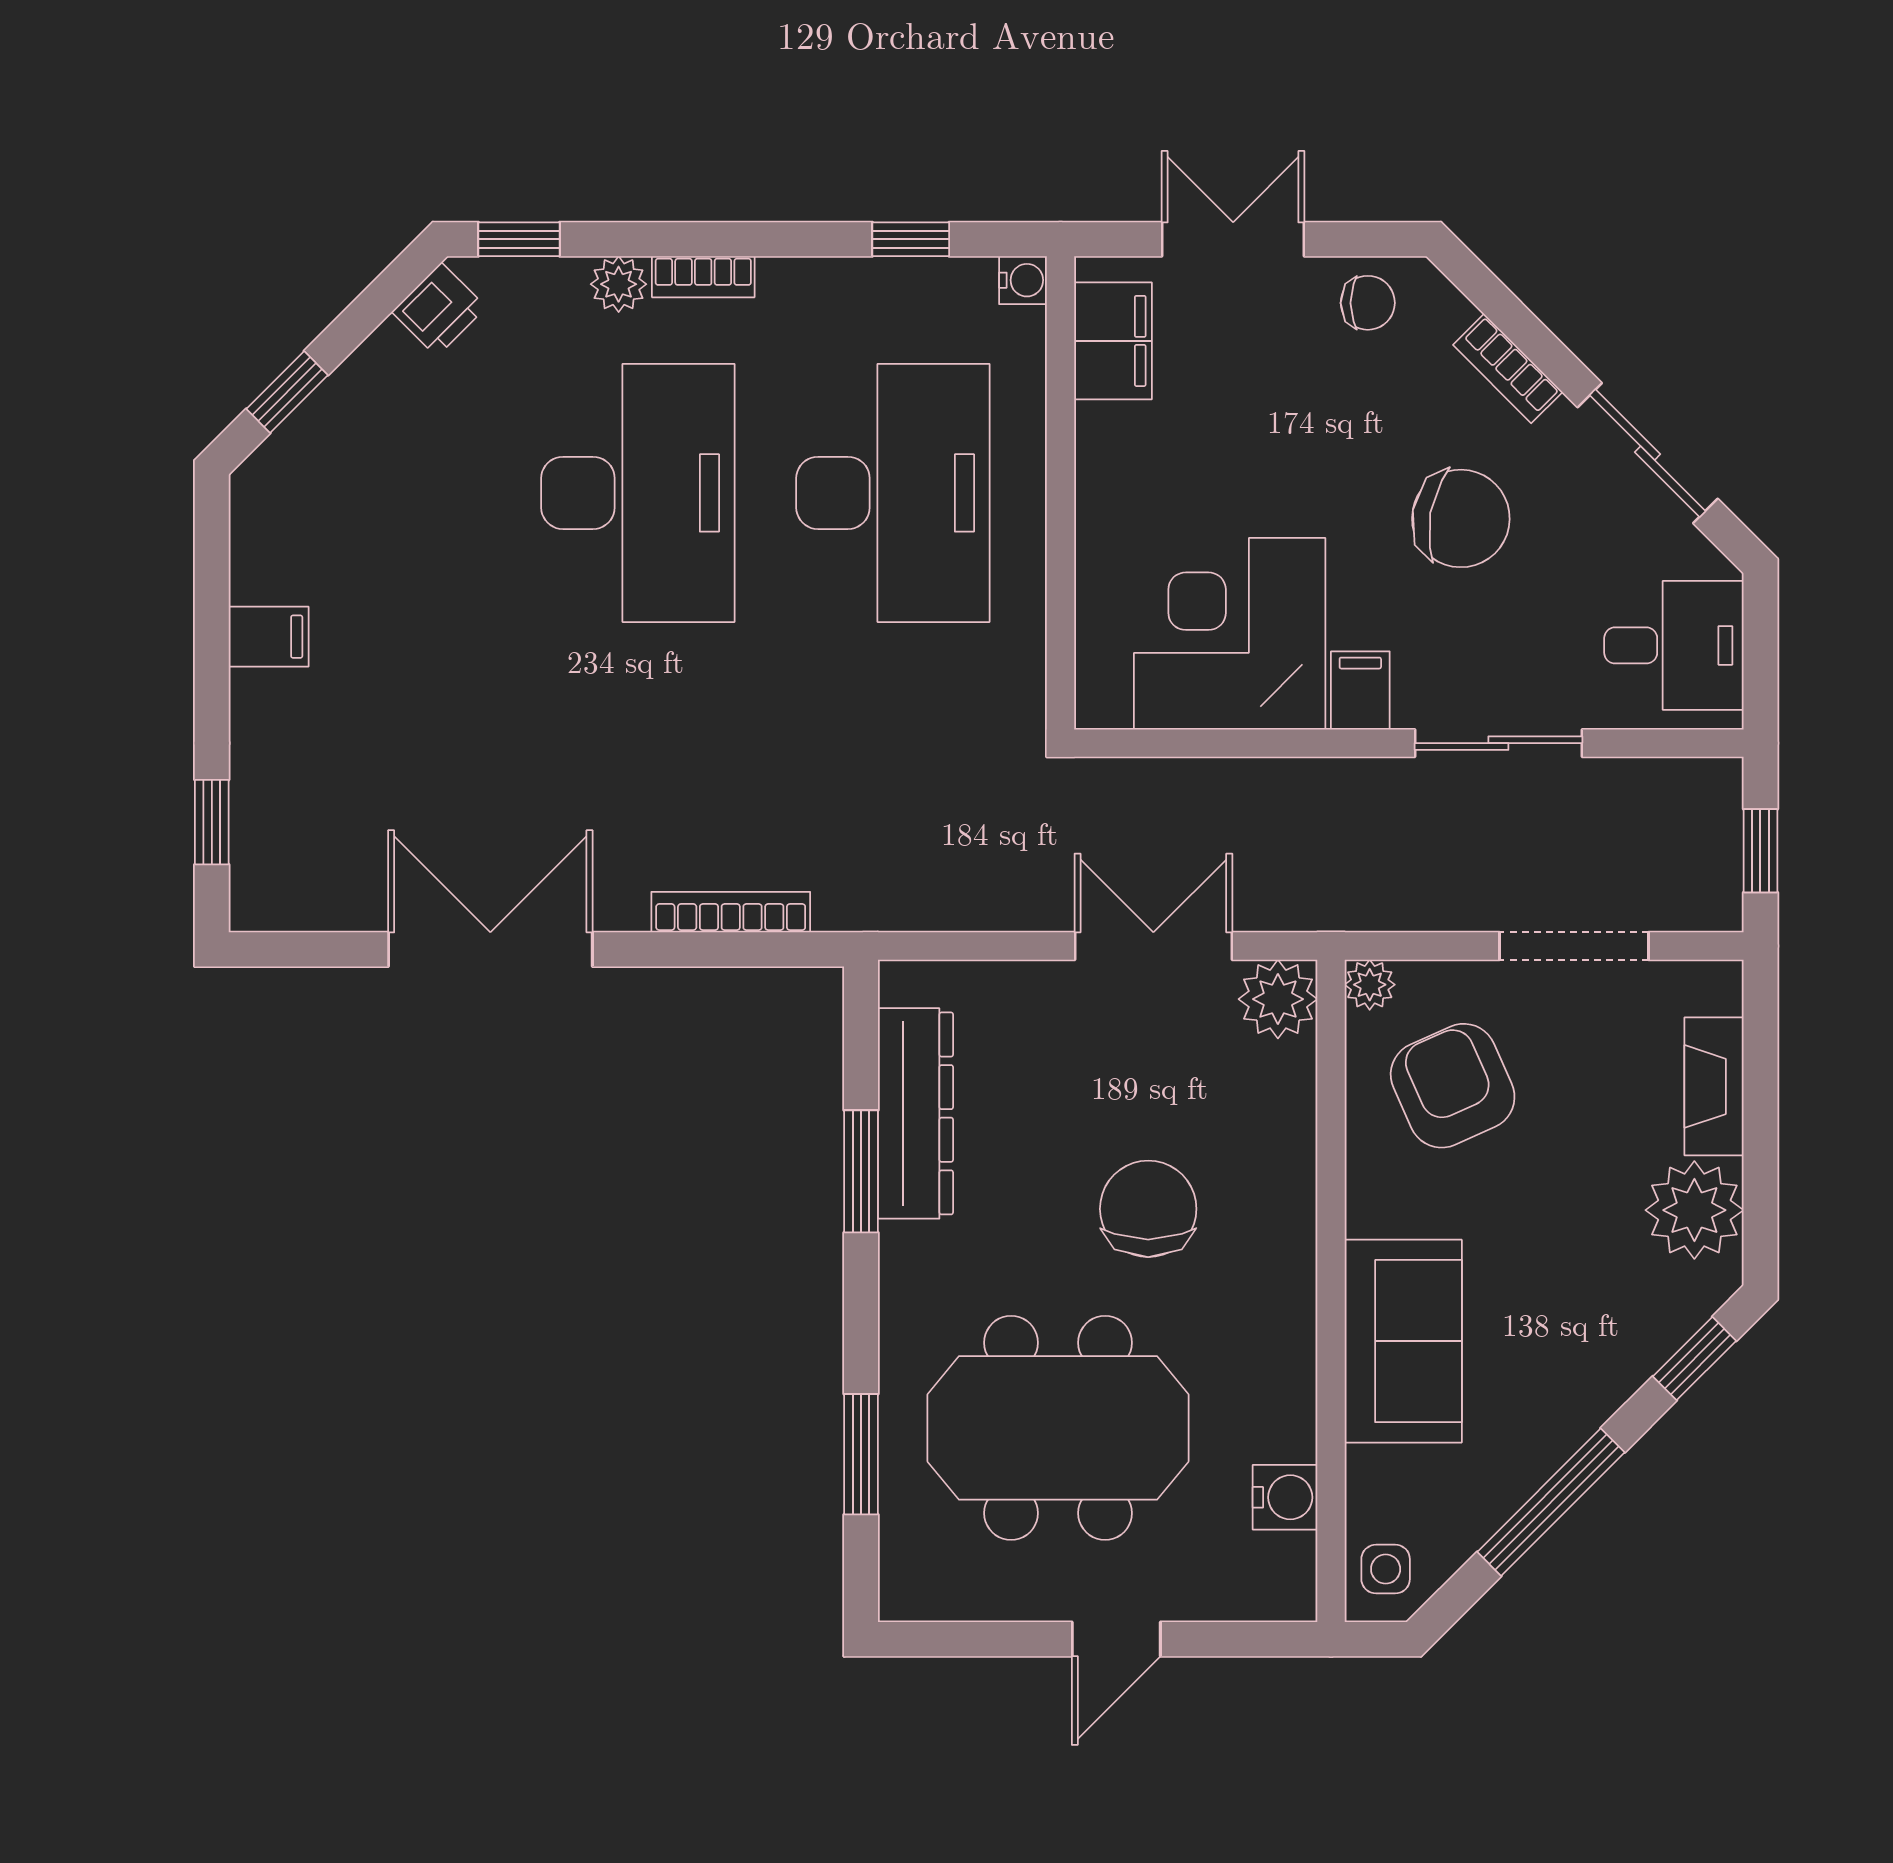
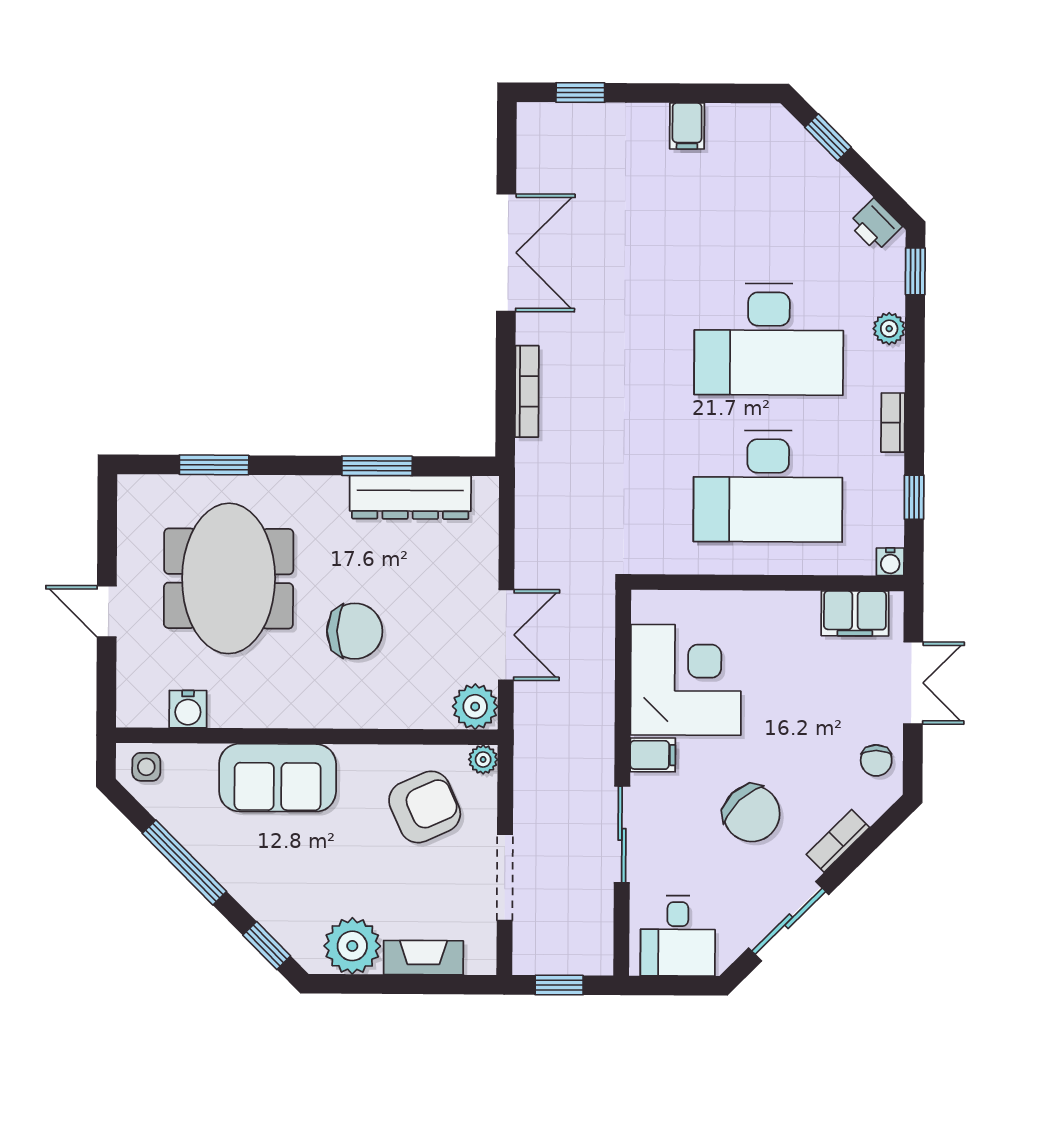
bookcase: (703, 277) -> (893, 423), moved
chair: (1461, 518) -> (752, 813), turned -54

